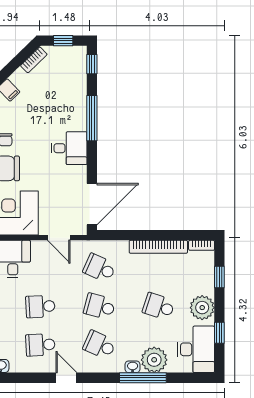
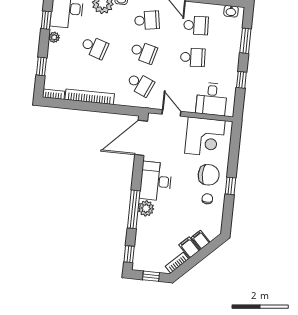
filing cabinet: (21, 79) -> (189, 248), added
plant: (77, 121) -> (146, 208), added
desk: (69, 148) -> (156, 181), width x1.37
plant: (202, 308) -> (54, 37), width x0.53, depth x0.53
school desk: (99, 345) -> (147, 20), turned -33

